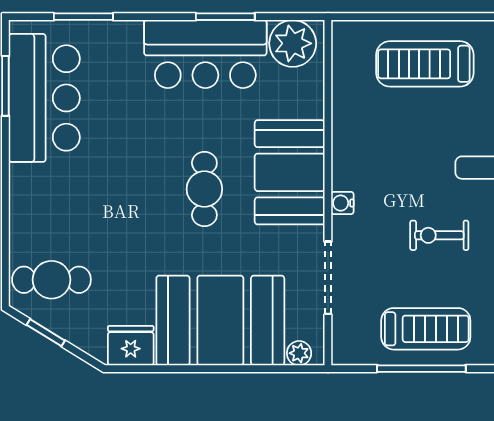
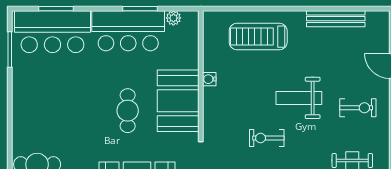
plant: (293, 43) -> (173, 18), width x0.53, depth x0.53
bar counter: (44, 98) -> (52, 32), moved, turned 90
water cooler: (342, 203) -> (209, 79), moved

